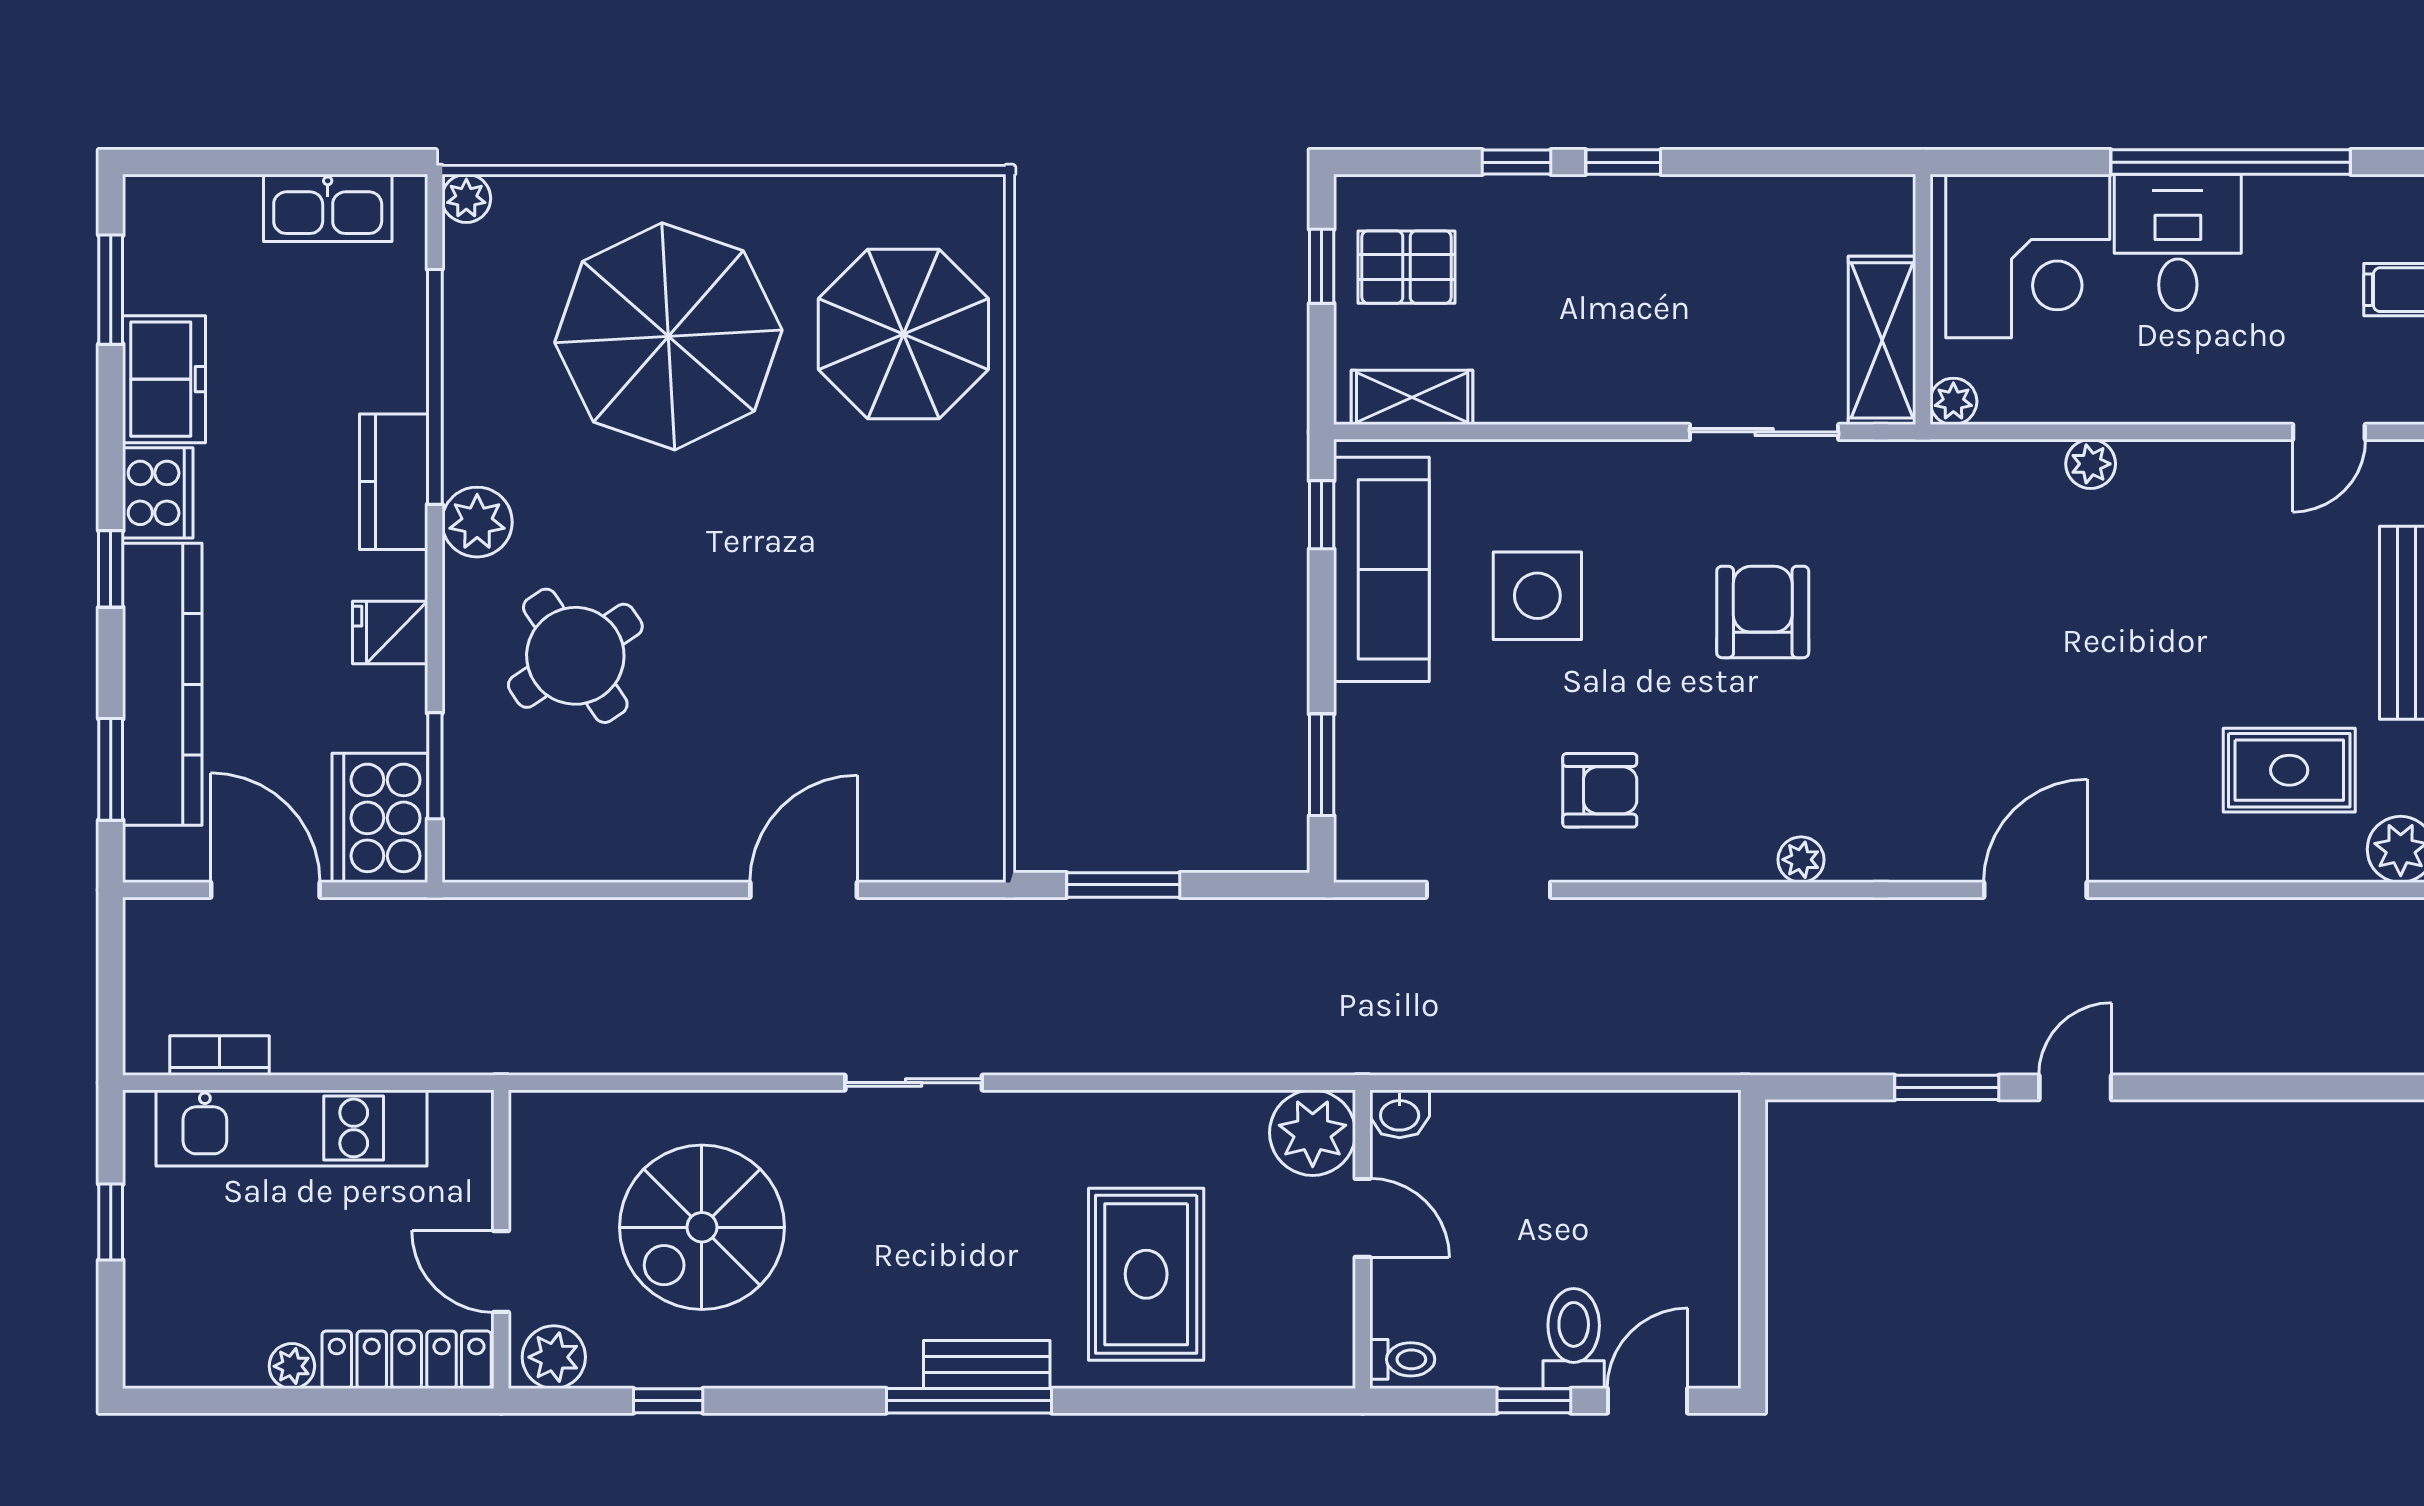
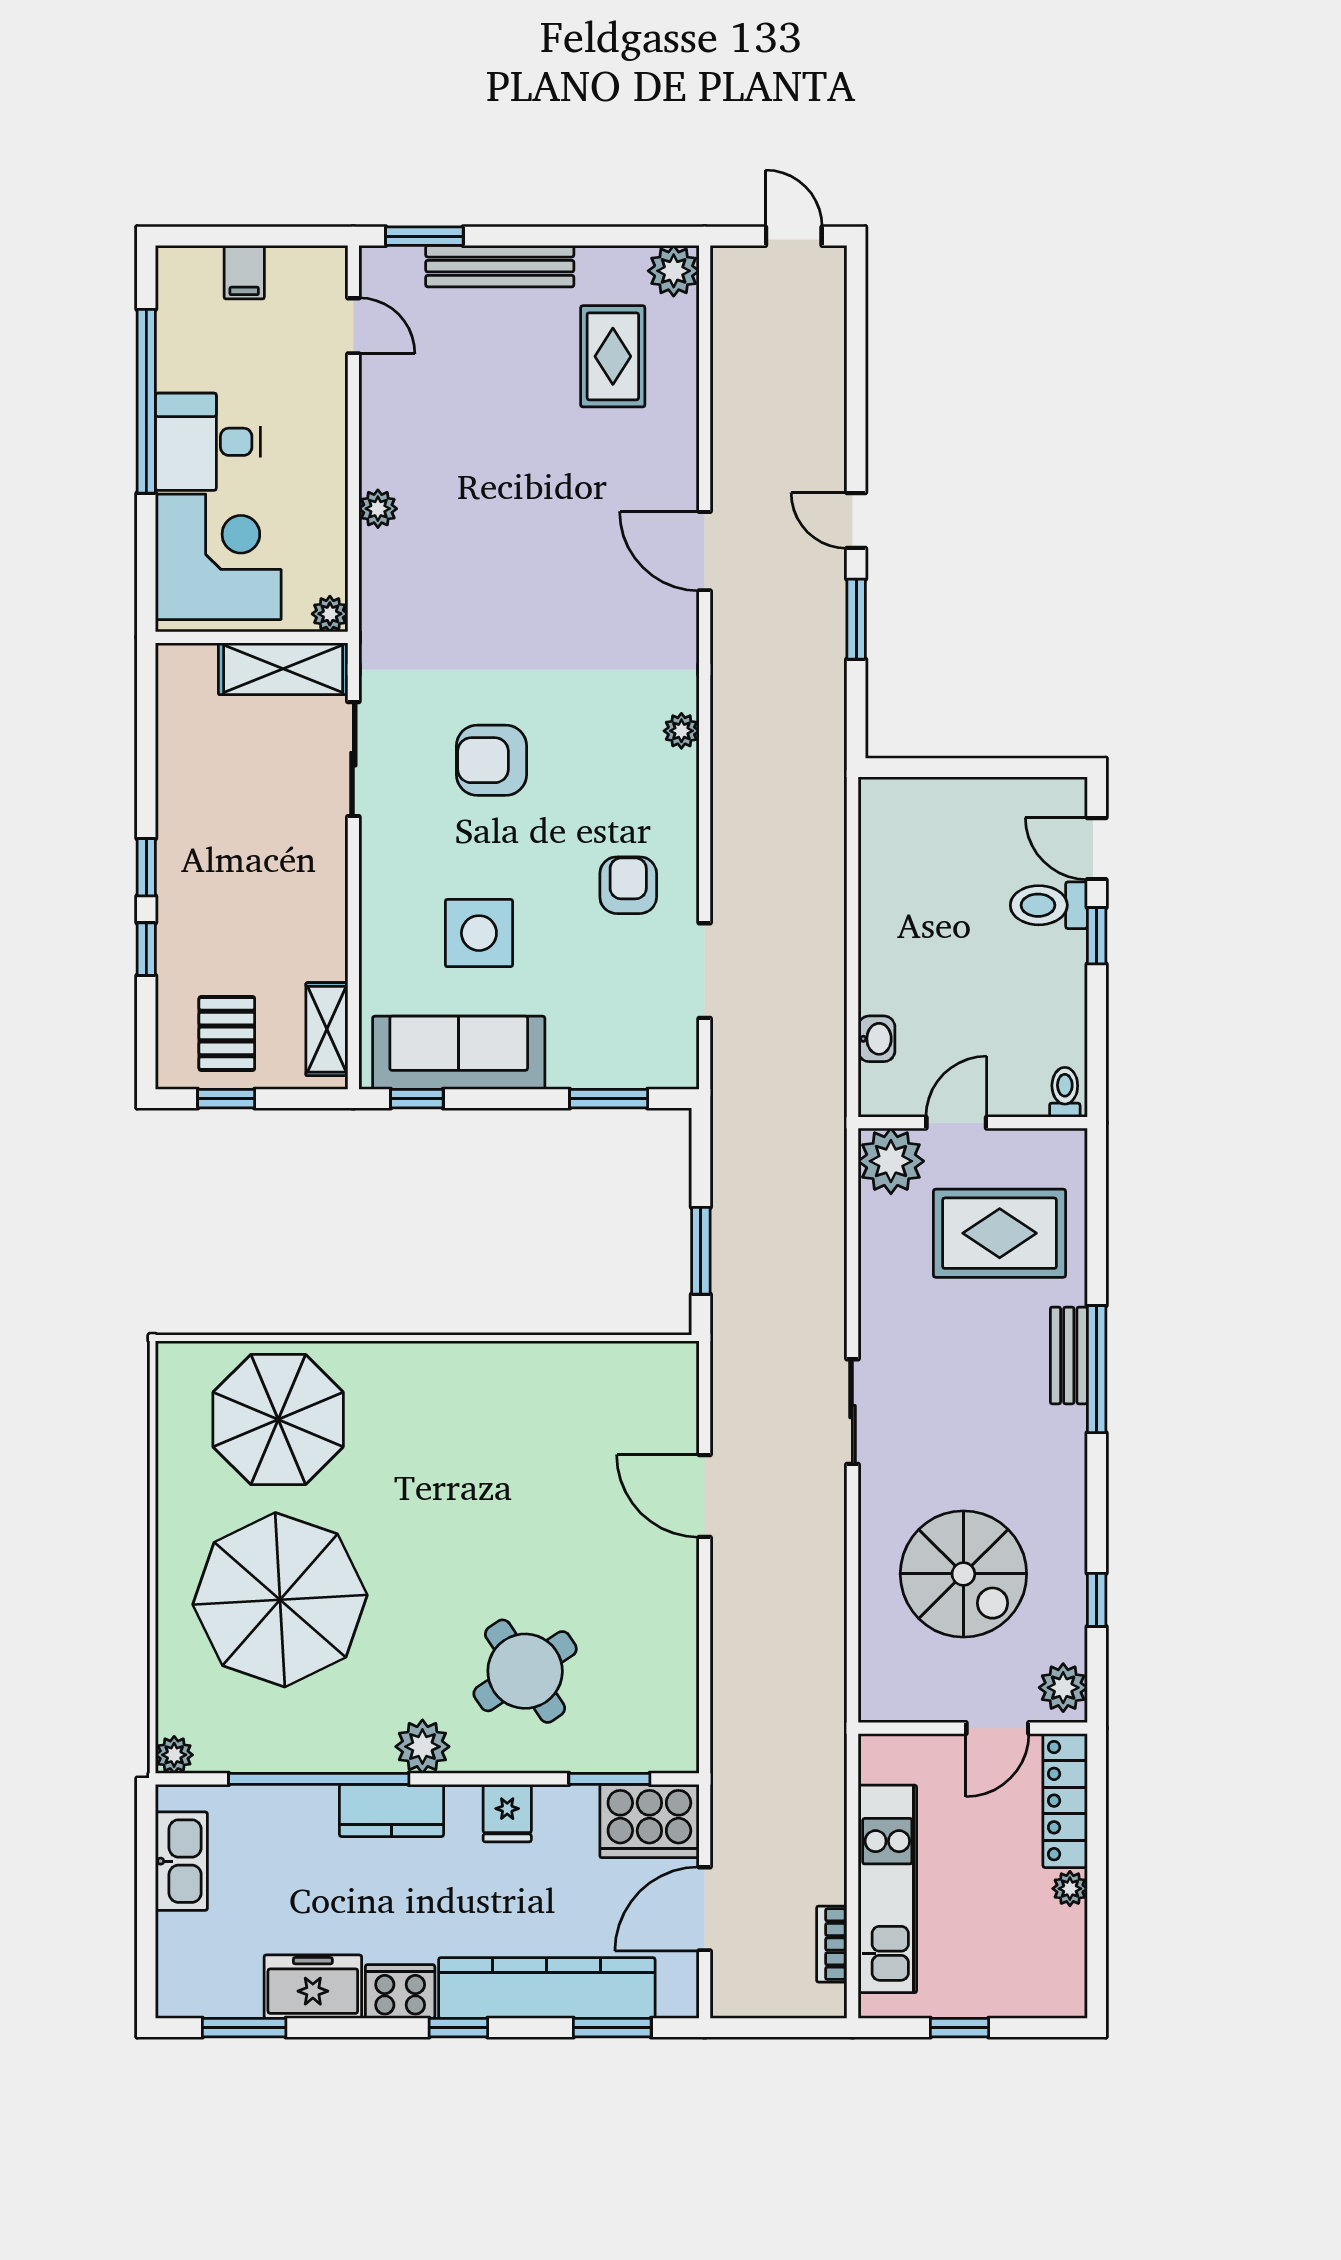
plant: (1313, 1133) -> (891, 1161), moved
door: (1363, 1218) -> (956, 1123), moved
wall: (1363, 1239) -> (973, 1123), moved
toilet: (1402, 1359) -> (1065, 1092), moved

